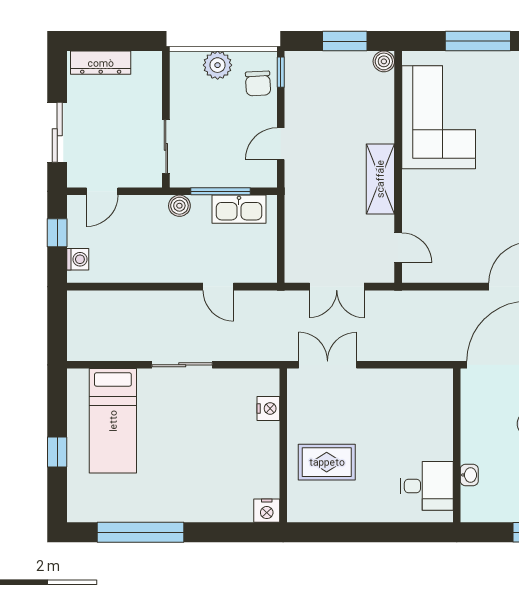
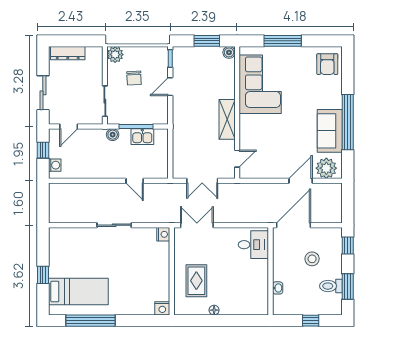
plant: (218, 65) -> (115, 55), moved
chair: (258, 83) -> (134, 78), moved
door: (281, 144) -> (170, 87), moved
kitchen sink: (239, 209) -> (142, 137), width x0.73
door: (398, 248) -> (237, 159), hinge flipped
nightstand: (268, 408) -> (163, 234), moved
bed: (113, 421) -> (78, 292), moved, turned -90
rug: (327, 462) -> (196, 281), turned 90
desk: (427, 486) -> (253, 245), moved
floor lamp: (358, 514) -> (214, 310), added

